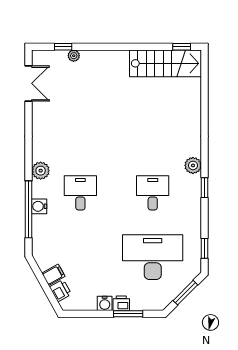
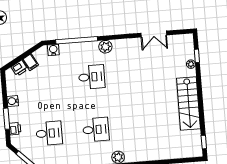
stairs: (165, 63) -> (188, 104), moved
double door: (29, 83) -> (154, 34), moved
water cooler: (39, 206) -> (53, 50), moved
desk: (153, 257) -> (49, 133), width x0.53, depth x0.77
printer: (121, 303) -> (15, 129), moved

